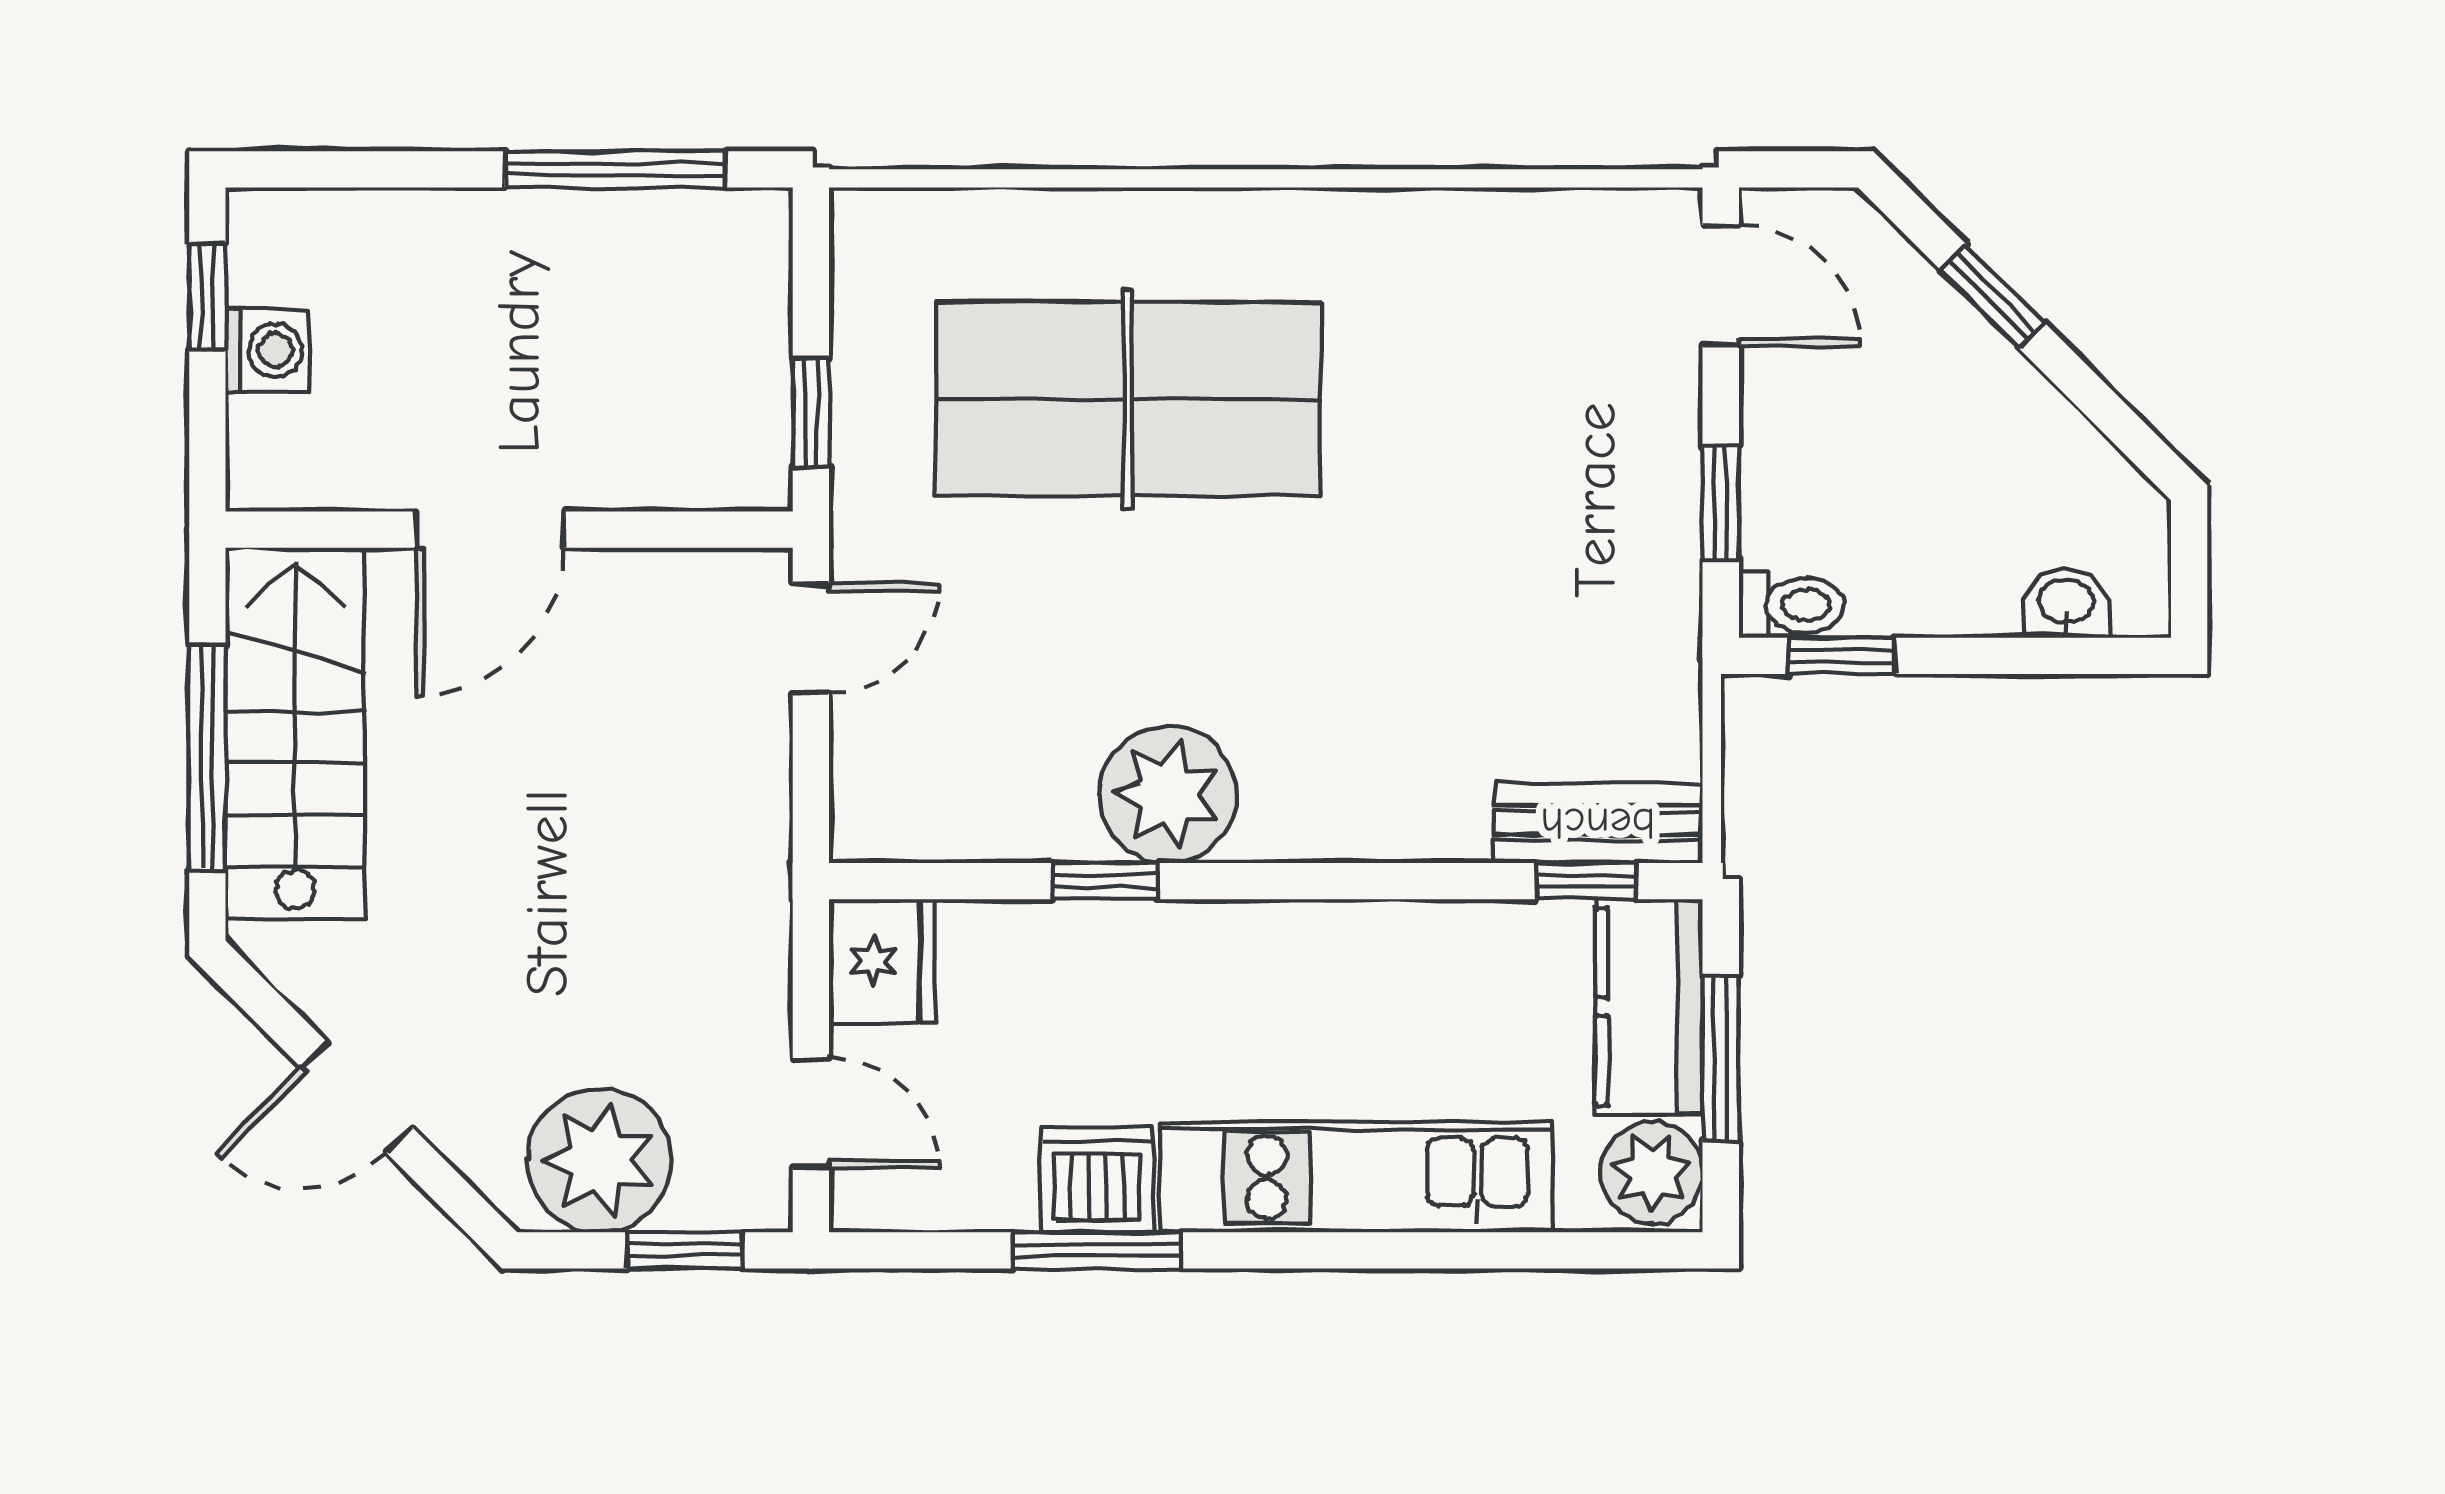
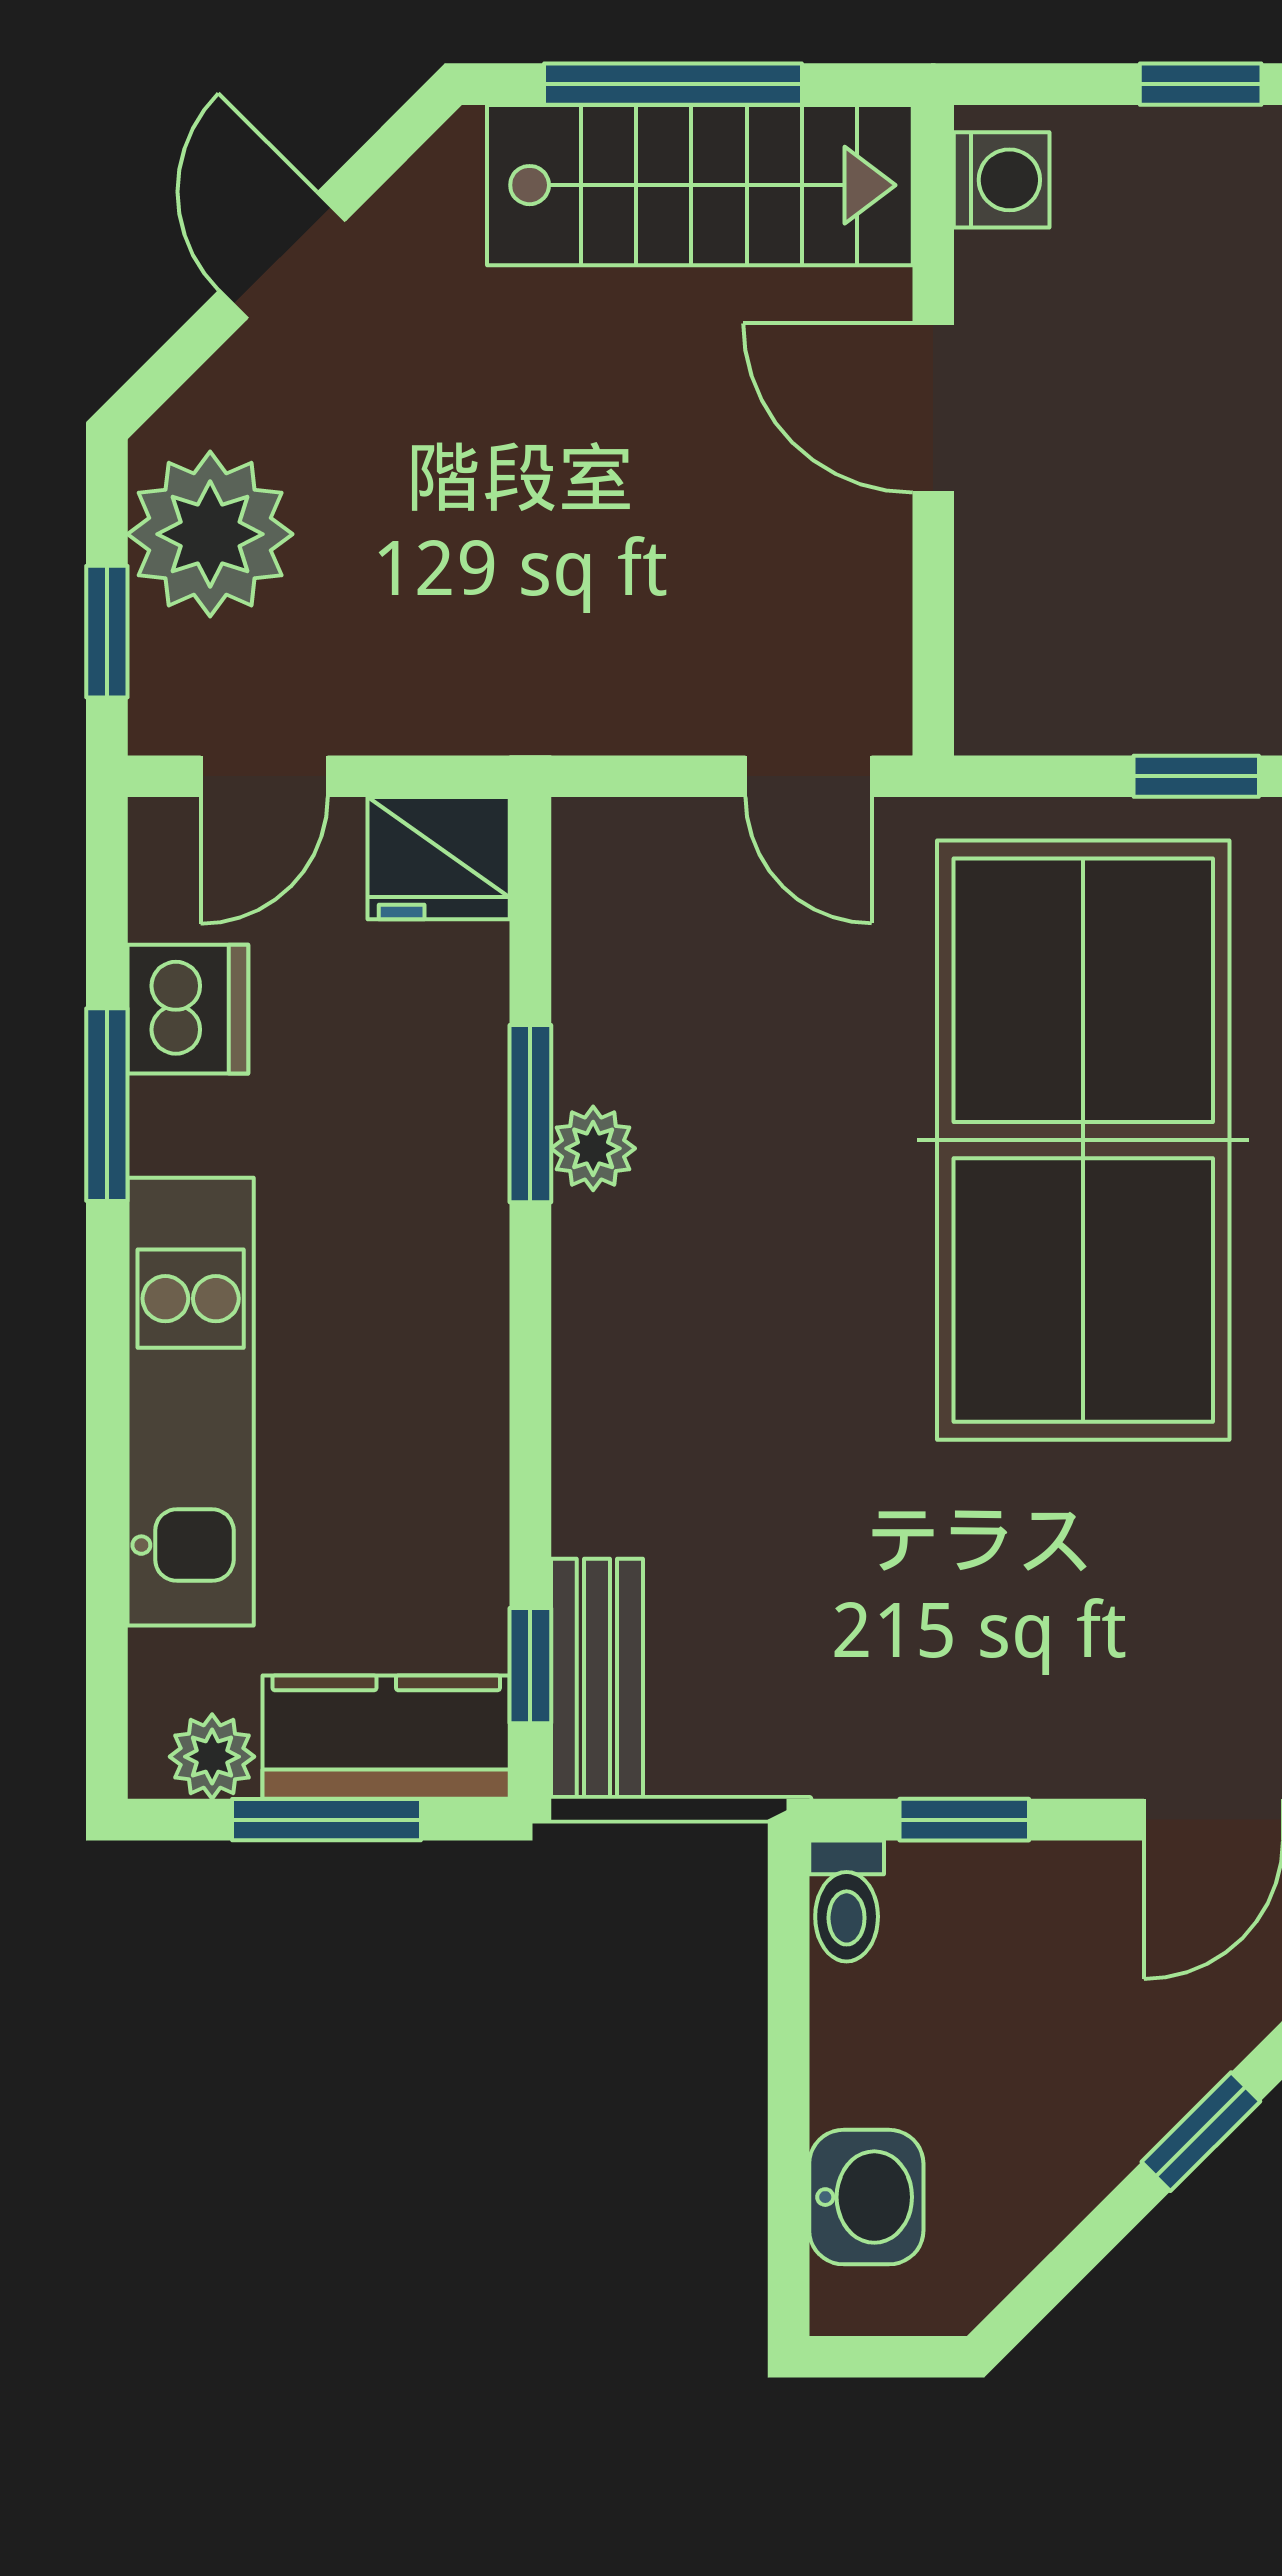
washing machine: (267, 350) -> (1002, 180), moved, turned -90
table tennis table: (1128, 399) -> (1083, 1140), width x1.36, depth x1.32
window: (811, 413) -> (1196, 776), moved
washbasin: (2066, 603) -> (866, 2197), width x1.38, depth x1.45
window: (1842, 656) -> (789, 1958), removed
plant: (1168, 794) -> (593, 1148), width x0.53, depth x0.53
window: (1105, 881) -> (530, 1114), width x1.50
plant: (1652, 1173) -> (212, 1757), width x0.73, depth x0.73
dishwasher: (1097, 1180) -> (188, 1009), moved

